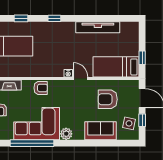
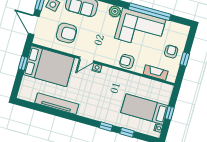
window: (54, 18) -> (106, 126), moved
bed: (116, 67) -> (49, 66), width x1.50
door: (81, 79) -> (87, 60), hinge flipped

